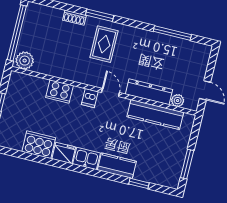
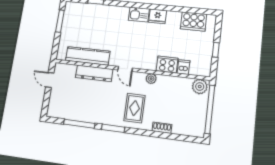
window: (100, 15) -> (113, 128), moved
dishwasher: (90, 98) -> (183, 67), moved
plant: (178, 101) -> (151, 79), moved
cooker: (39, 145) -> (194, 21), moved
kitchen counter: (117, 166) -> (114, 12), removed

